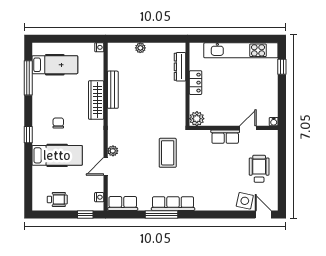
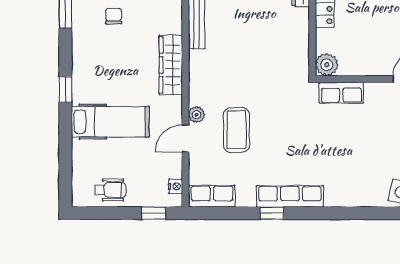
wardrobe: (96, 100) -> (171, 65), moved
chair: (58, 123) -> (114, 16), moved
row of seats: (225, 137) -> (341, 93), moved
coffee table: (168, 153) -> (236, 130), moved
window: (161, 214) -> (272, 213), width x0.46

